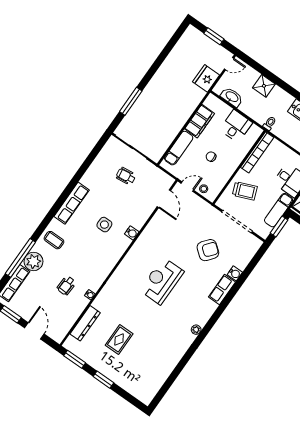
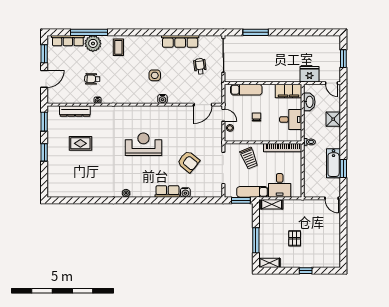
filing cabinet: (200, 121) -> (289, 91), moved
row of seats: (72, 203) -> (180, 41), moved

